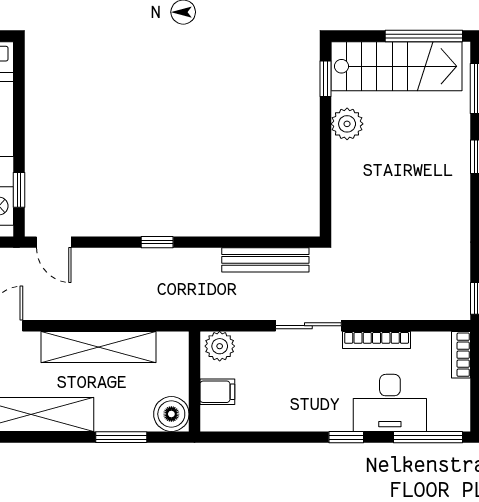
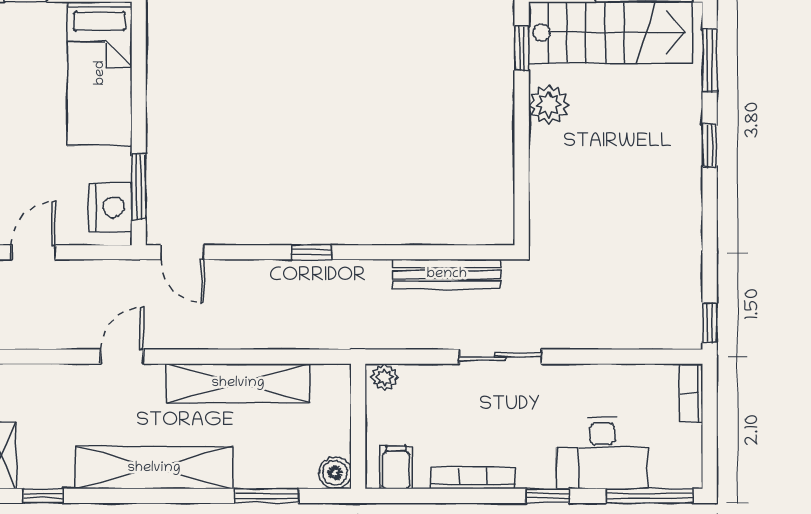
window: (19, 190) -> (139, 187), width x1.50
bookcase: (377, 340) -> (473, 478), moved, turned 180
plant: (220, 346) -> (384, 377), width x0.73, depth x0.73
filing cabinet: (217, 392) -> (396, 467), moved, turned -90
boiler: (171, 414) -> (335, 473), width x0.73, depth x0.73

